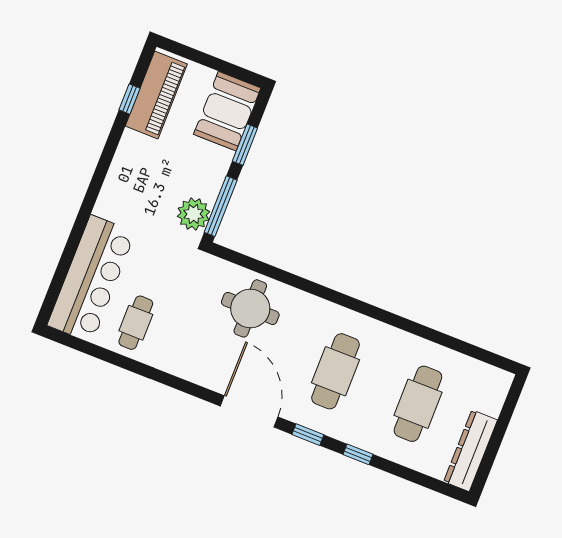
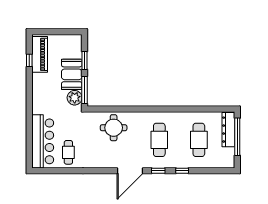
booth: (227, 111) -> (72, 74), moved
door: (249, 411) -> (130, 171), swing flipped
window: (500, 429) -> (237, 137), added
dresser: (471, 451) -> (228, 130), moved

